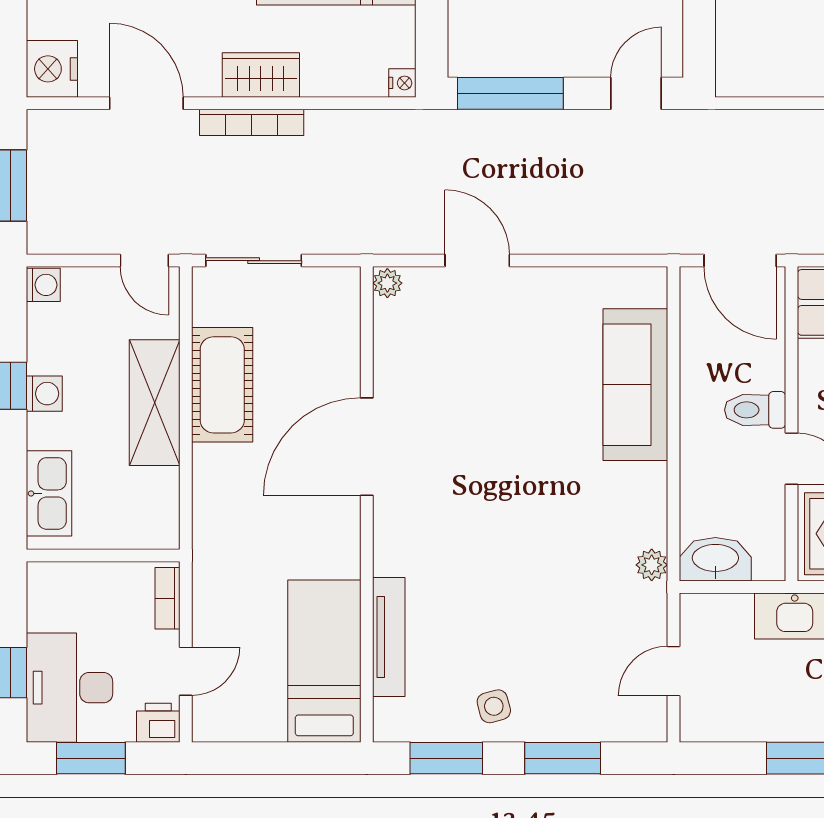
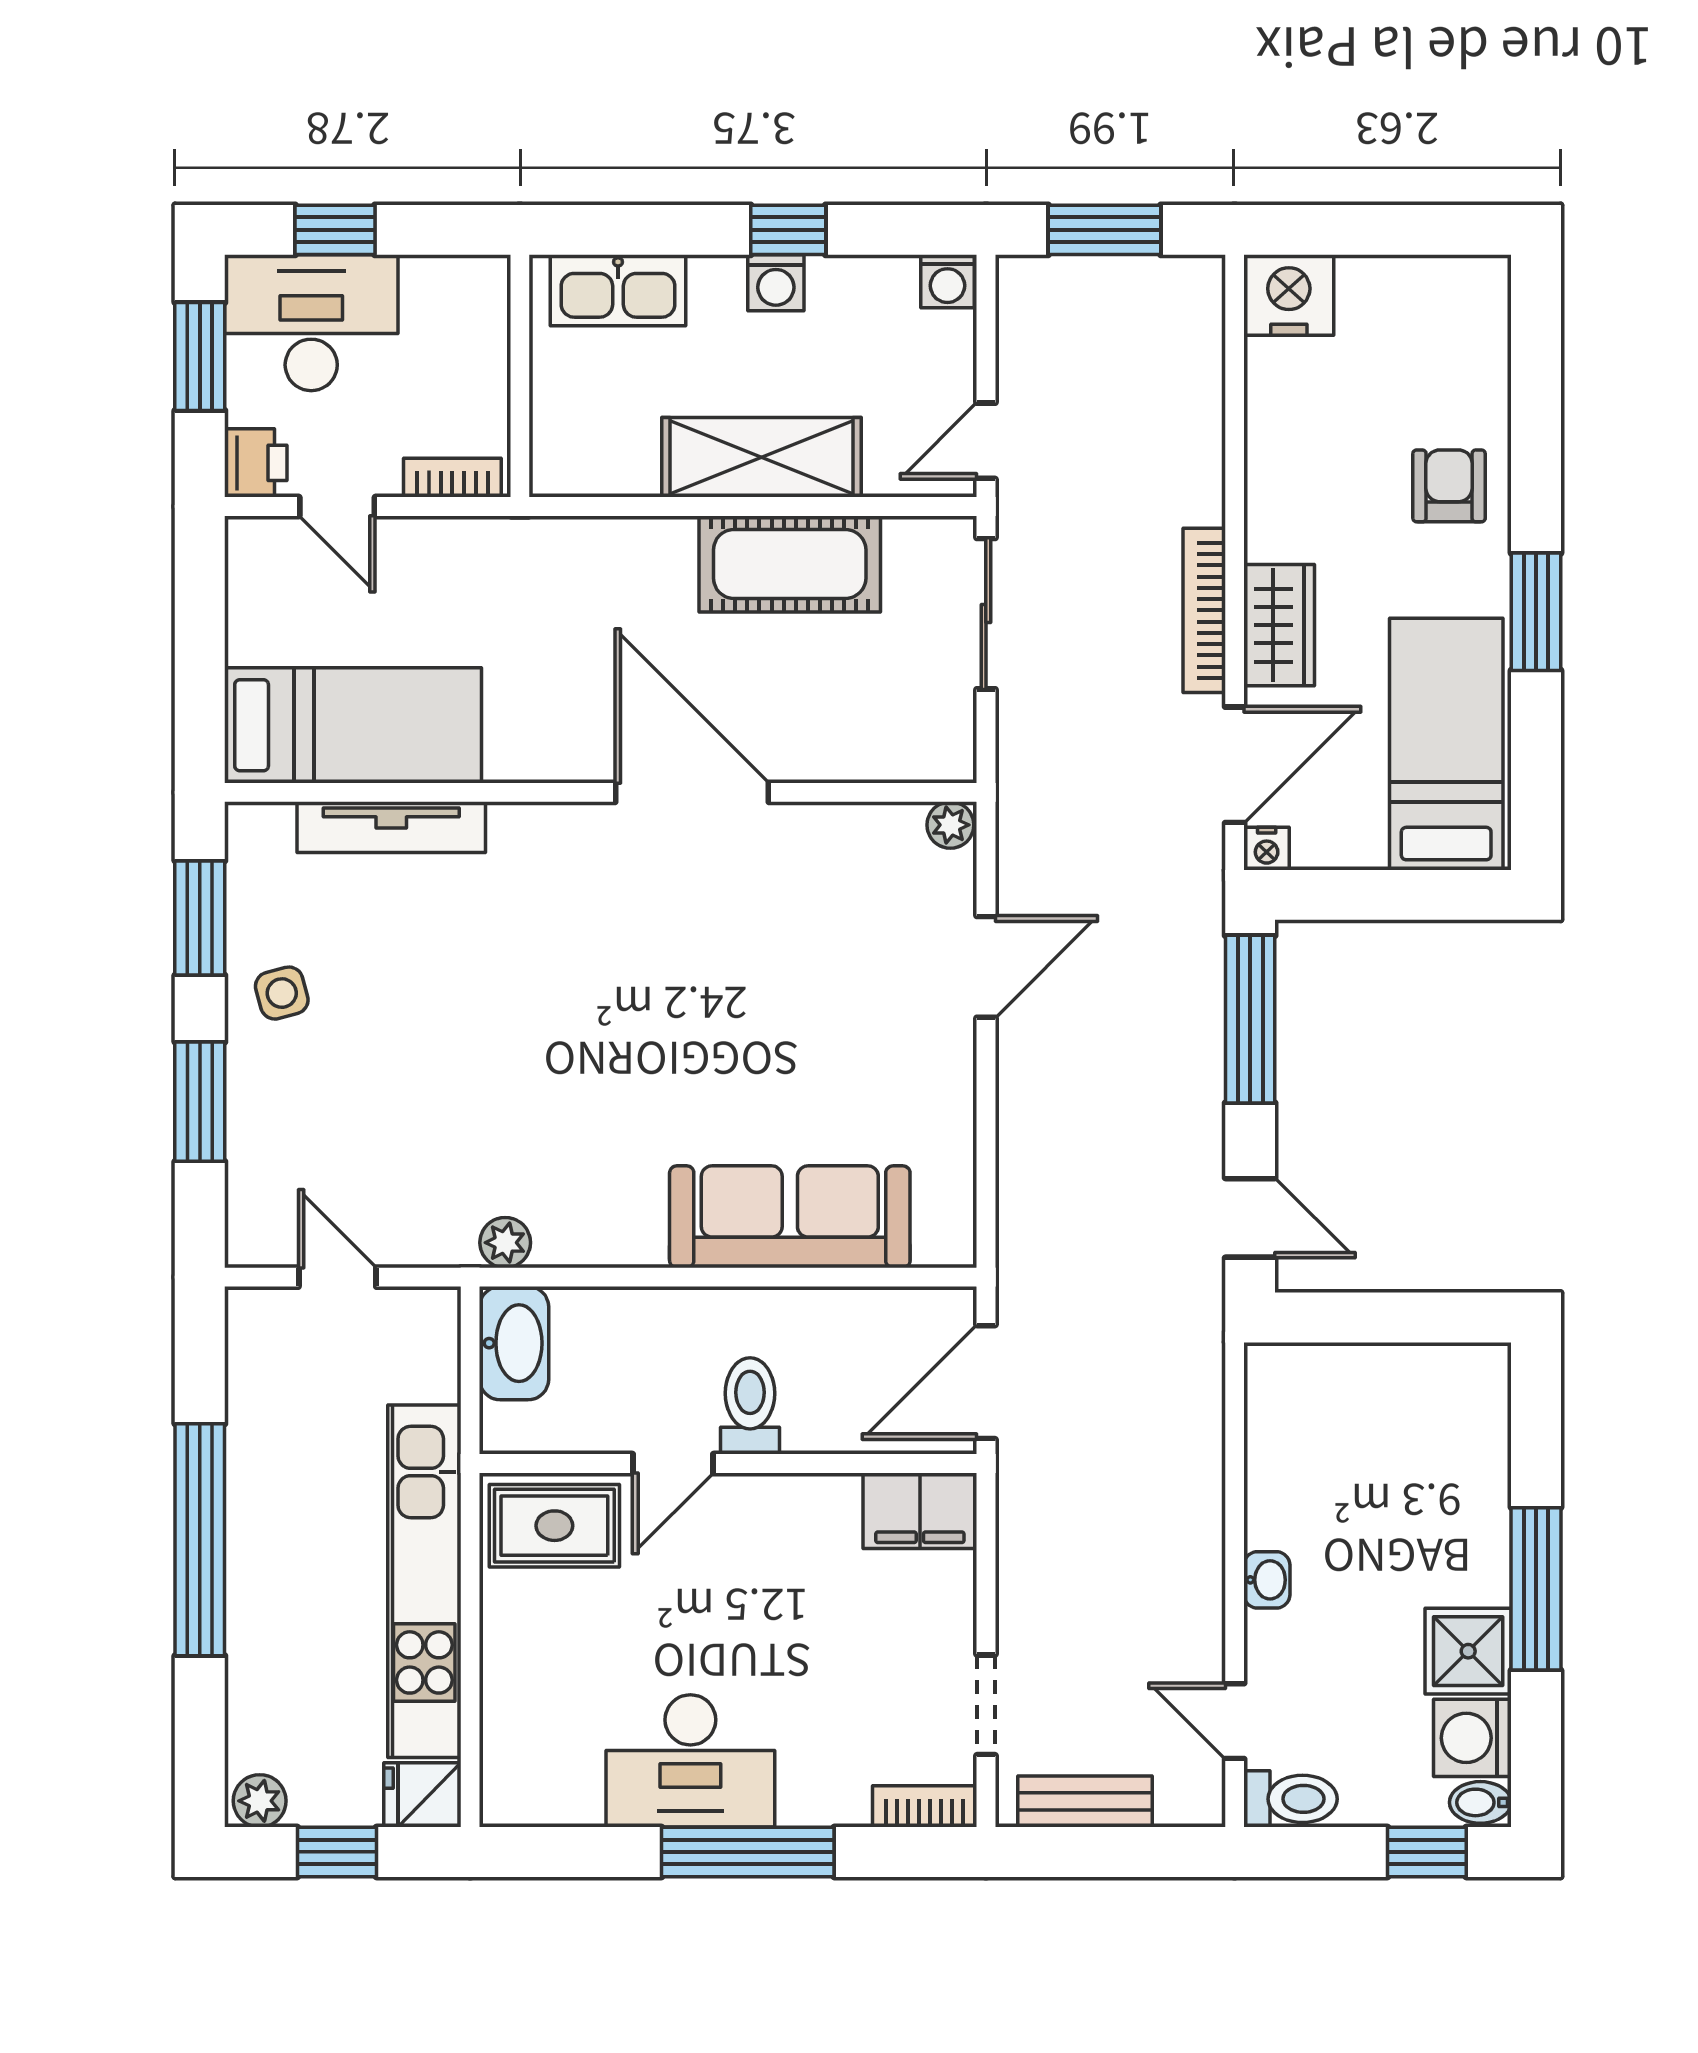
door: (146, 103) -> (1235, 765), moved

